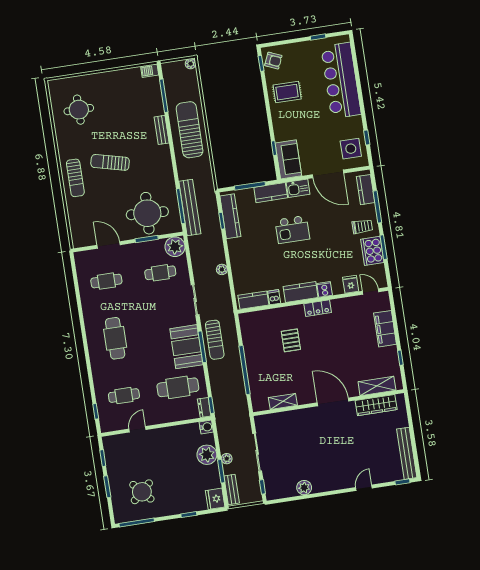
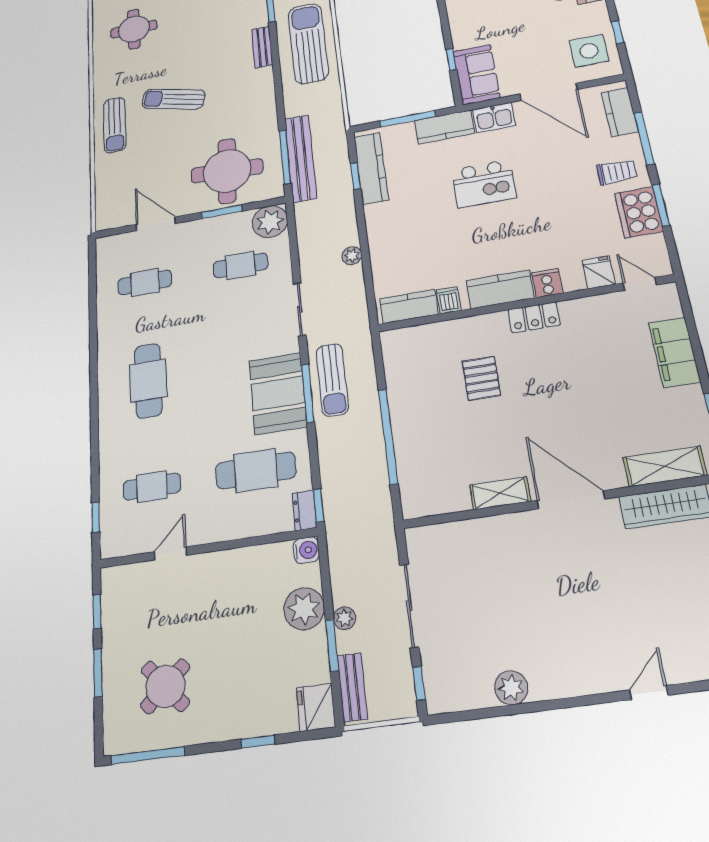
shelving: (283, 401) -> (500, 493), moved

